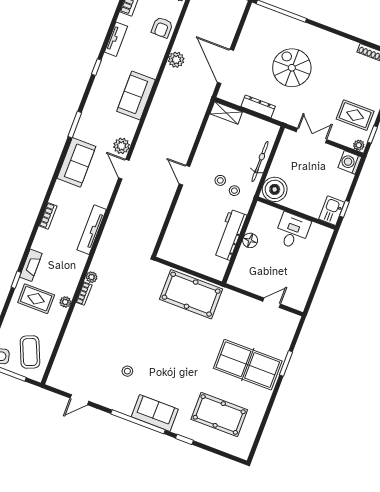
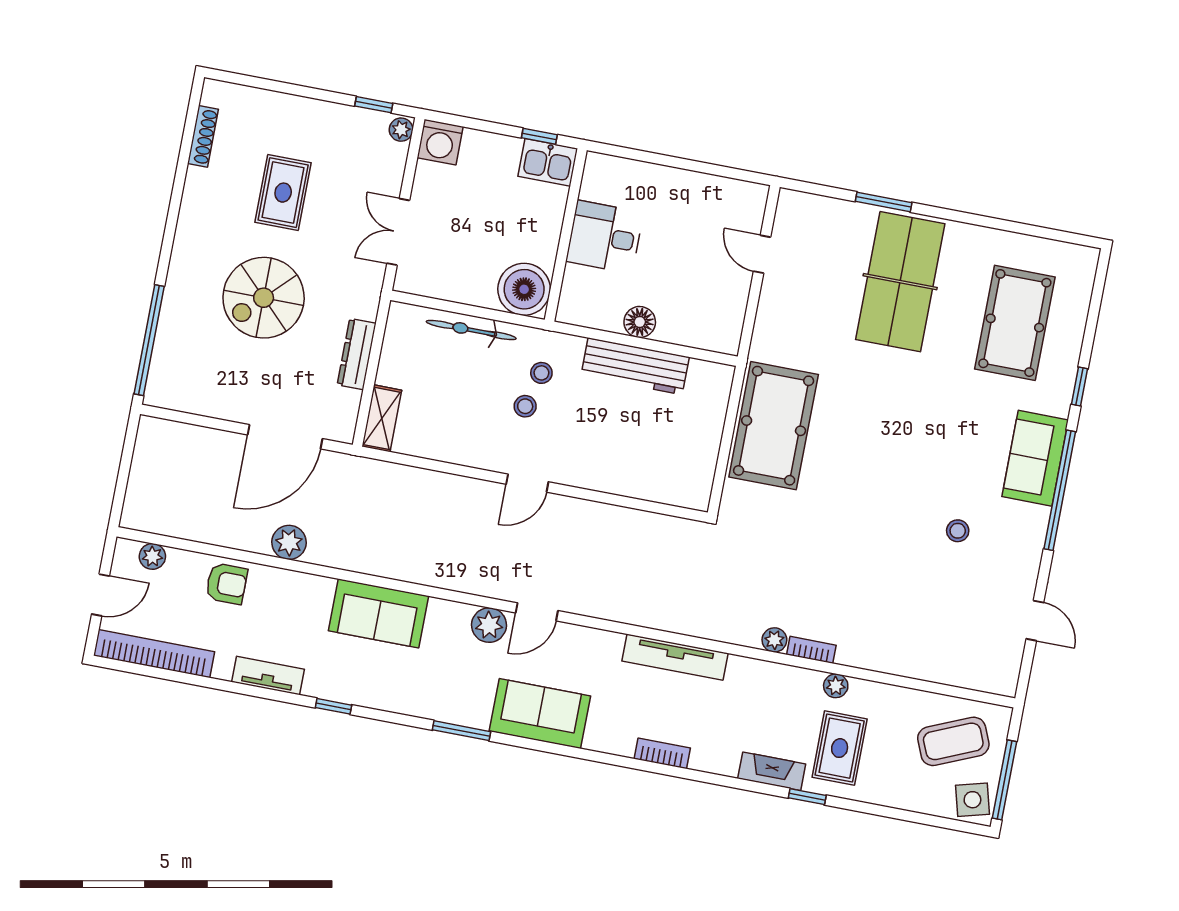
rug: (355, 115) -> (283, 193), moved

